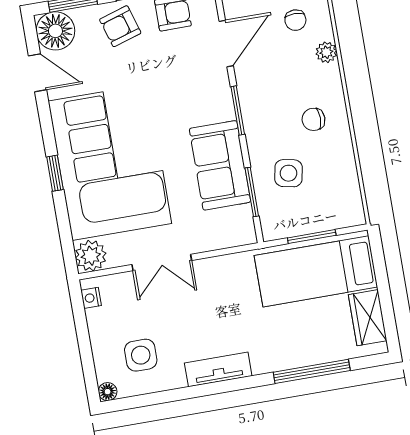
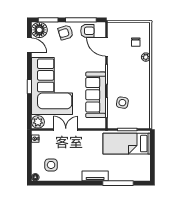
door: (226, 44) -> (107, 47), swing flipped
chair: (313, 119) -> (136, 83), removed
sofa: (220, 165) -> (96, 95), width x1.36
double door: (162, 262) -> (66, 129), swing flipped
wardrobe: (368, 318) -> (144, 166), removed
tv unit: (218, 369) -> (95, 176), moved

